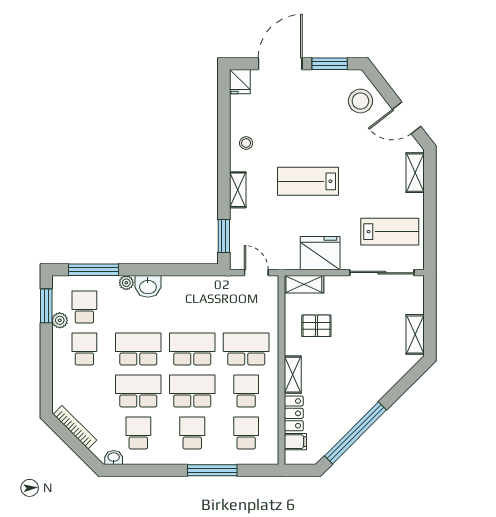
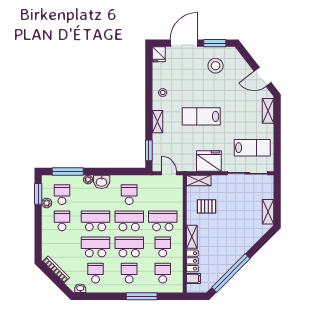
stool: (360, 101) -> (216, 66), moved
school desk: (192, 307) -> (129, 195), added

